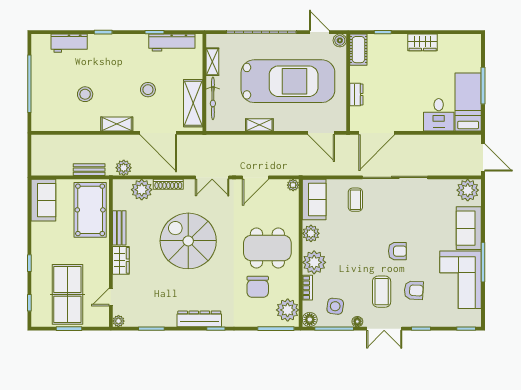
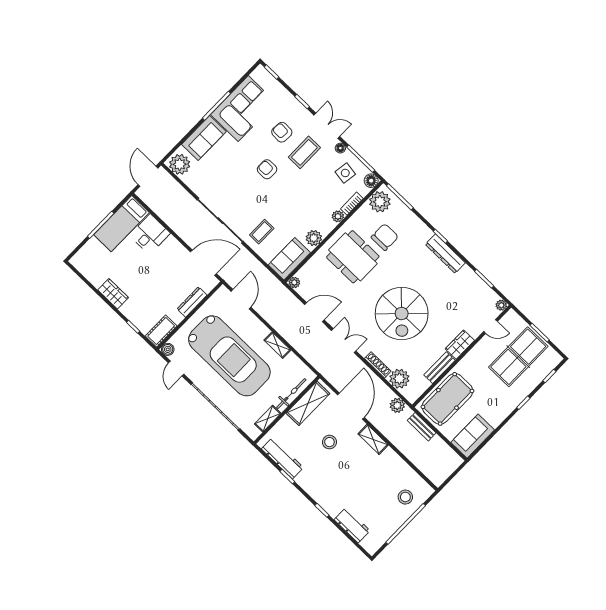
car: (288, 81) -> (229, 356), turned 180
stool: (85, 94) -> (405, 497), moved
dresser: (356, 95) -> (192, 302), width x1.44
plant: (314, 262) -> (338, 216), width x0.53, depth x0.53

